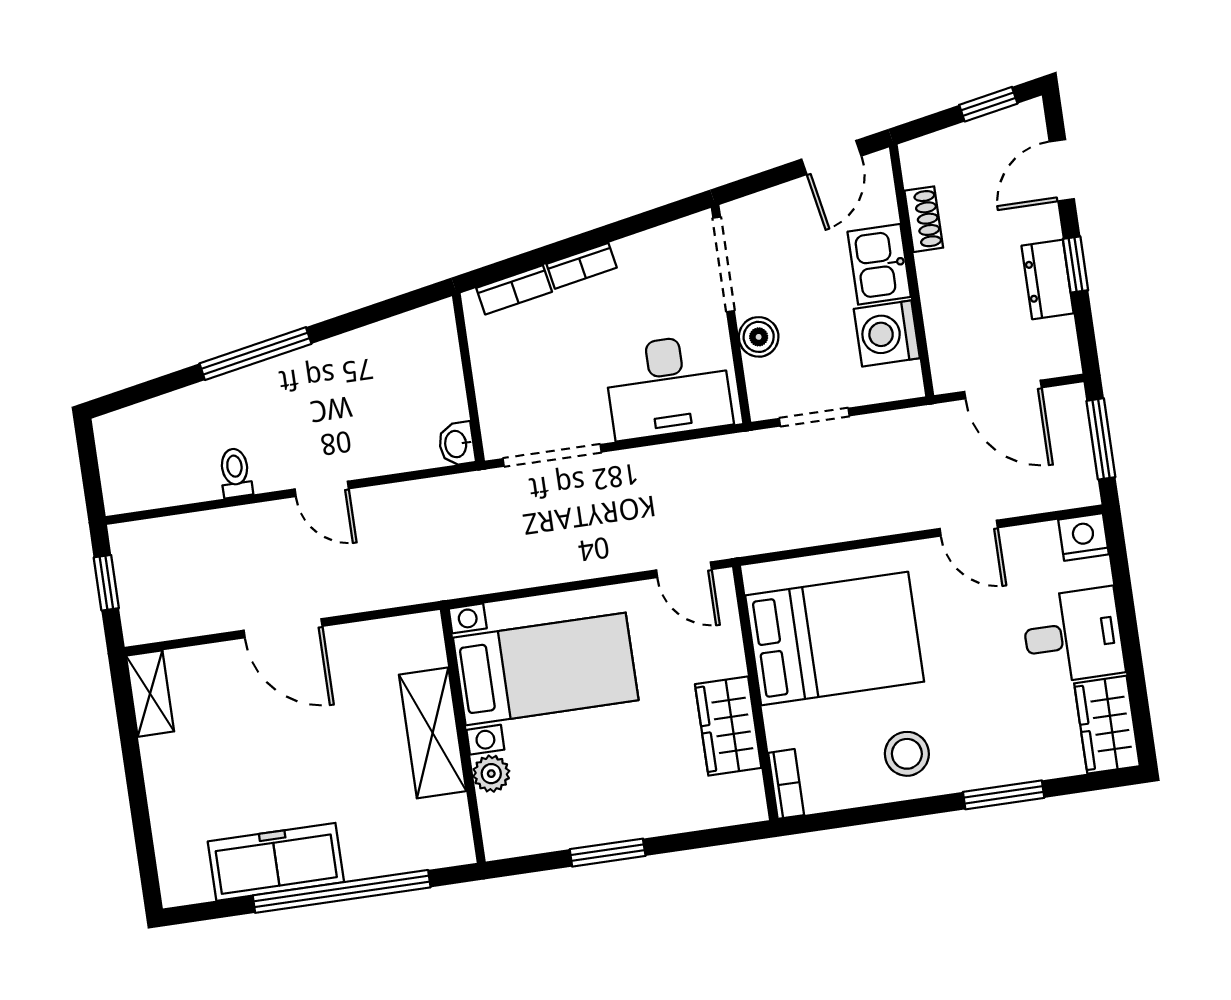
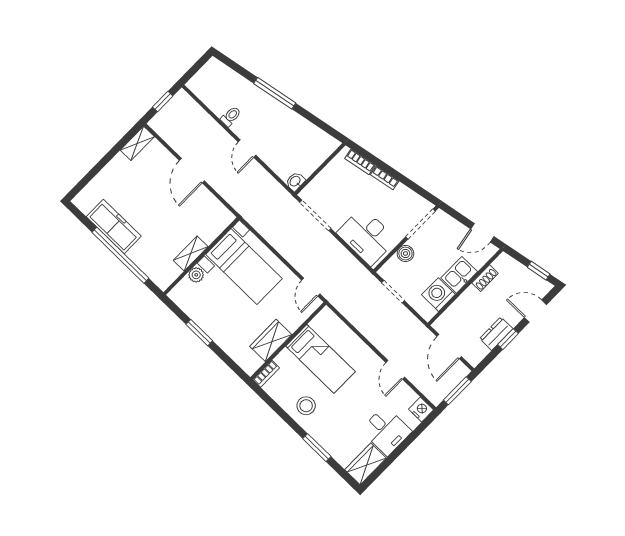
bed: (835, 639) -> (320, 359), width x0.67
shelving: (433, 733) -> (191, 253), width x0.67, depth x0.75

